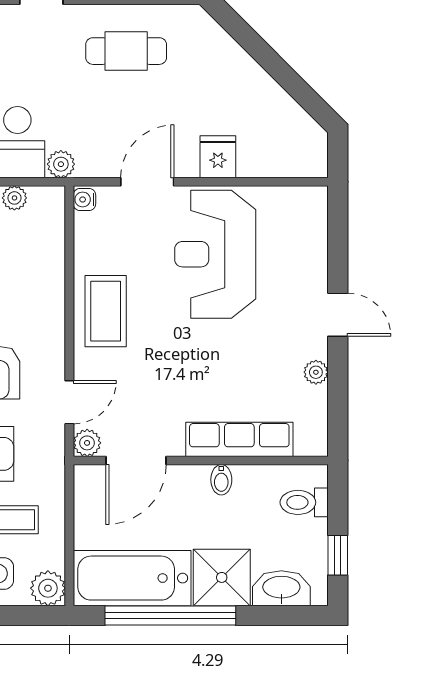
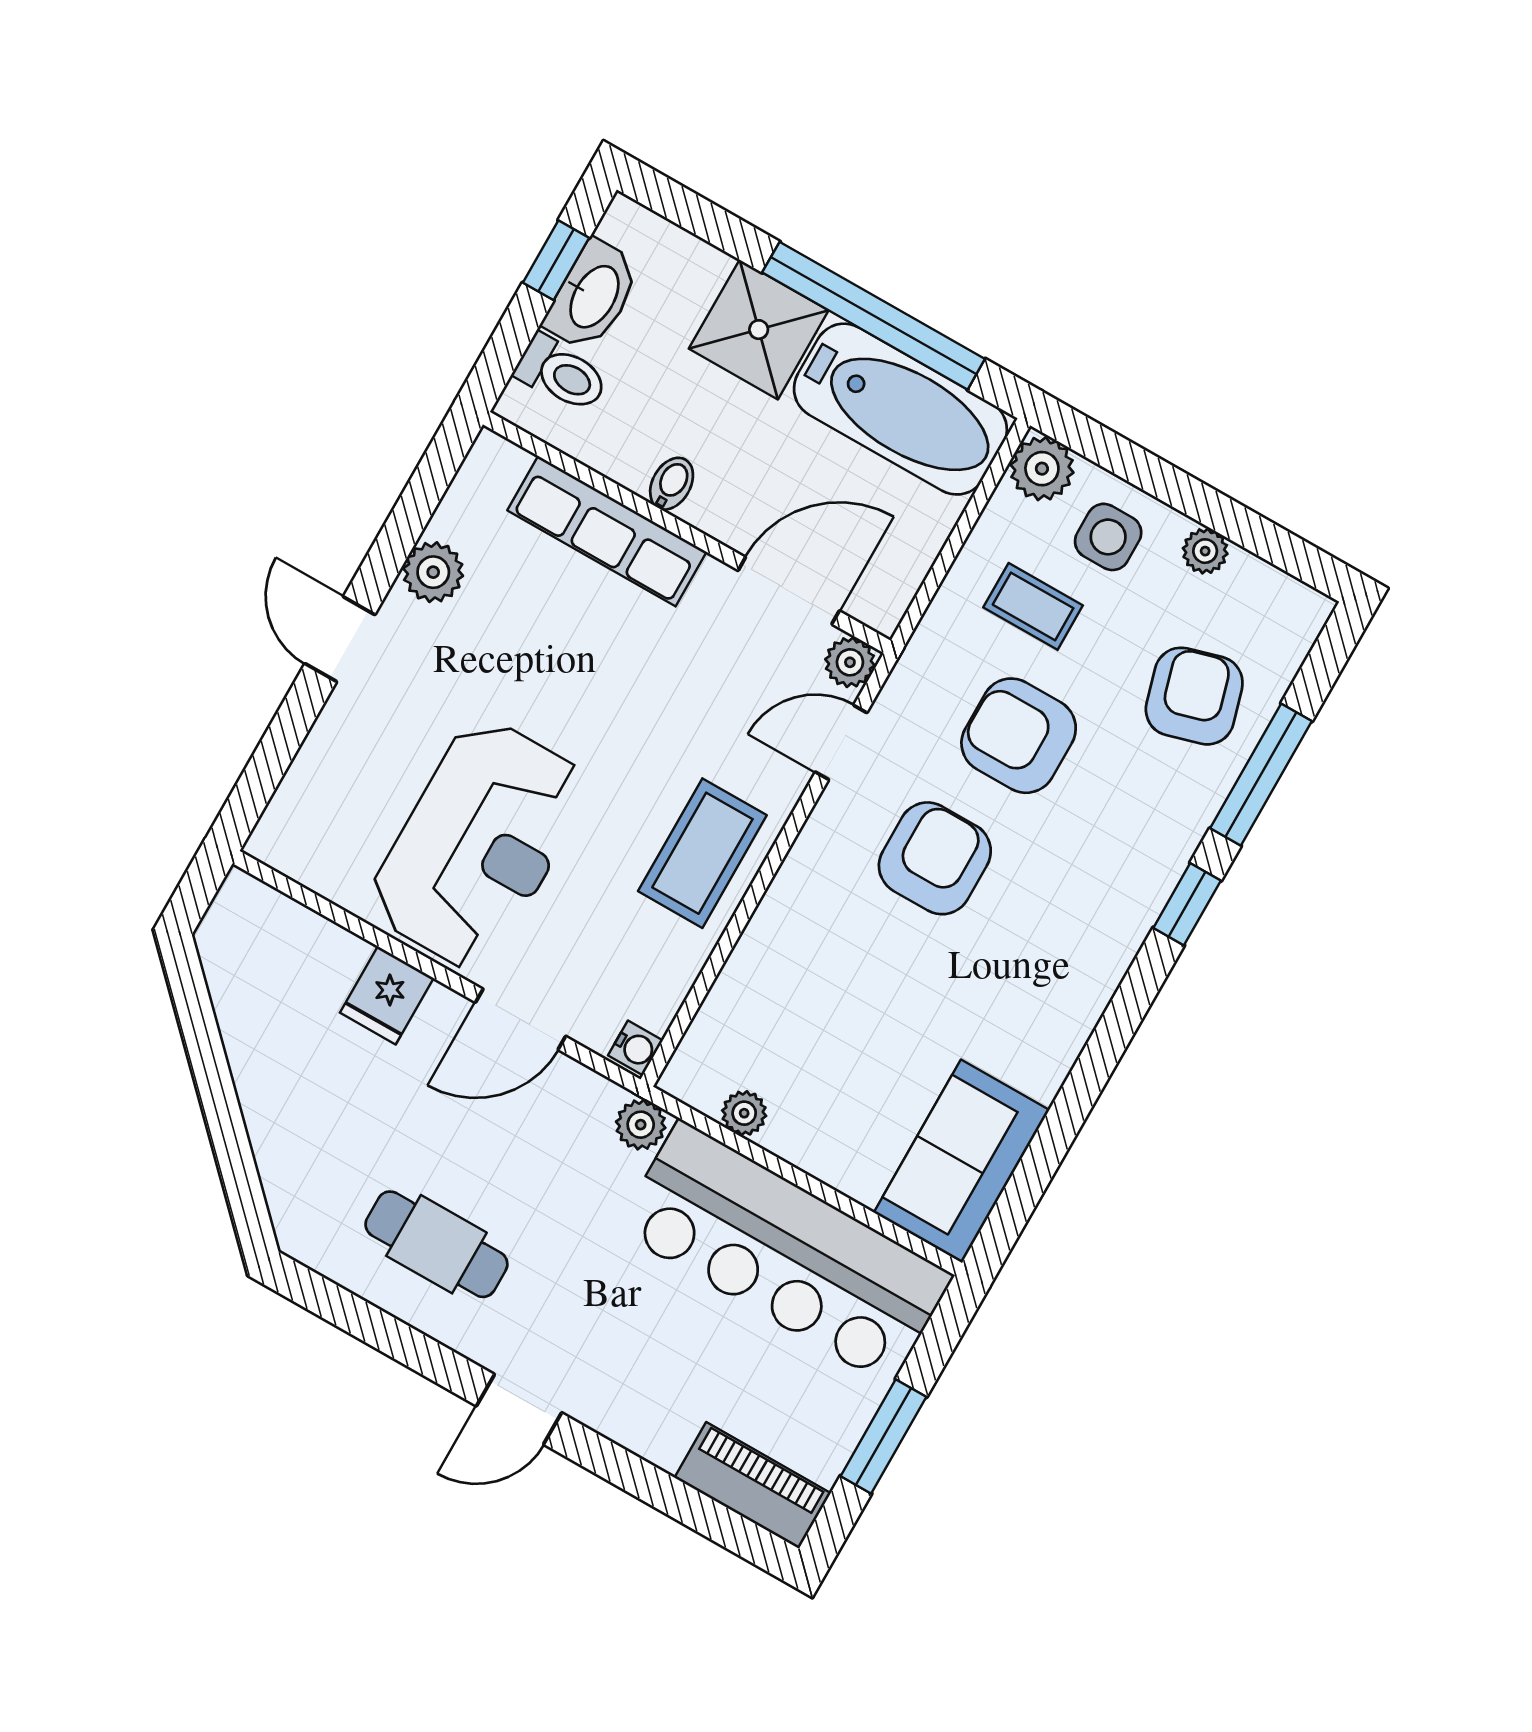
plant: (316, 372) -> (433, 572), width x1.38, depth x1.38
washbasin: (281, 588) -> (593, 296), moved, turned -90

